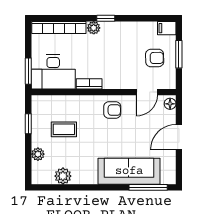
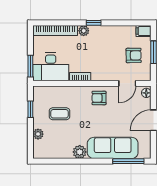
armchair: (112, 110) -> (99, 98), turned 180
plant: (63, 176) -> (80, 152), moved

